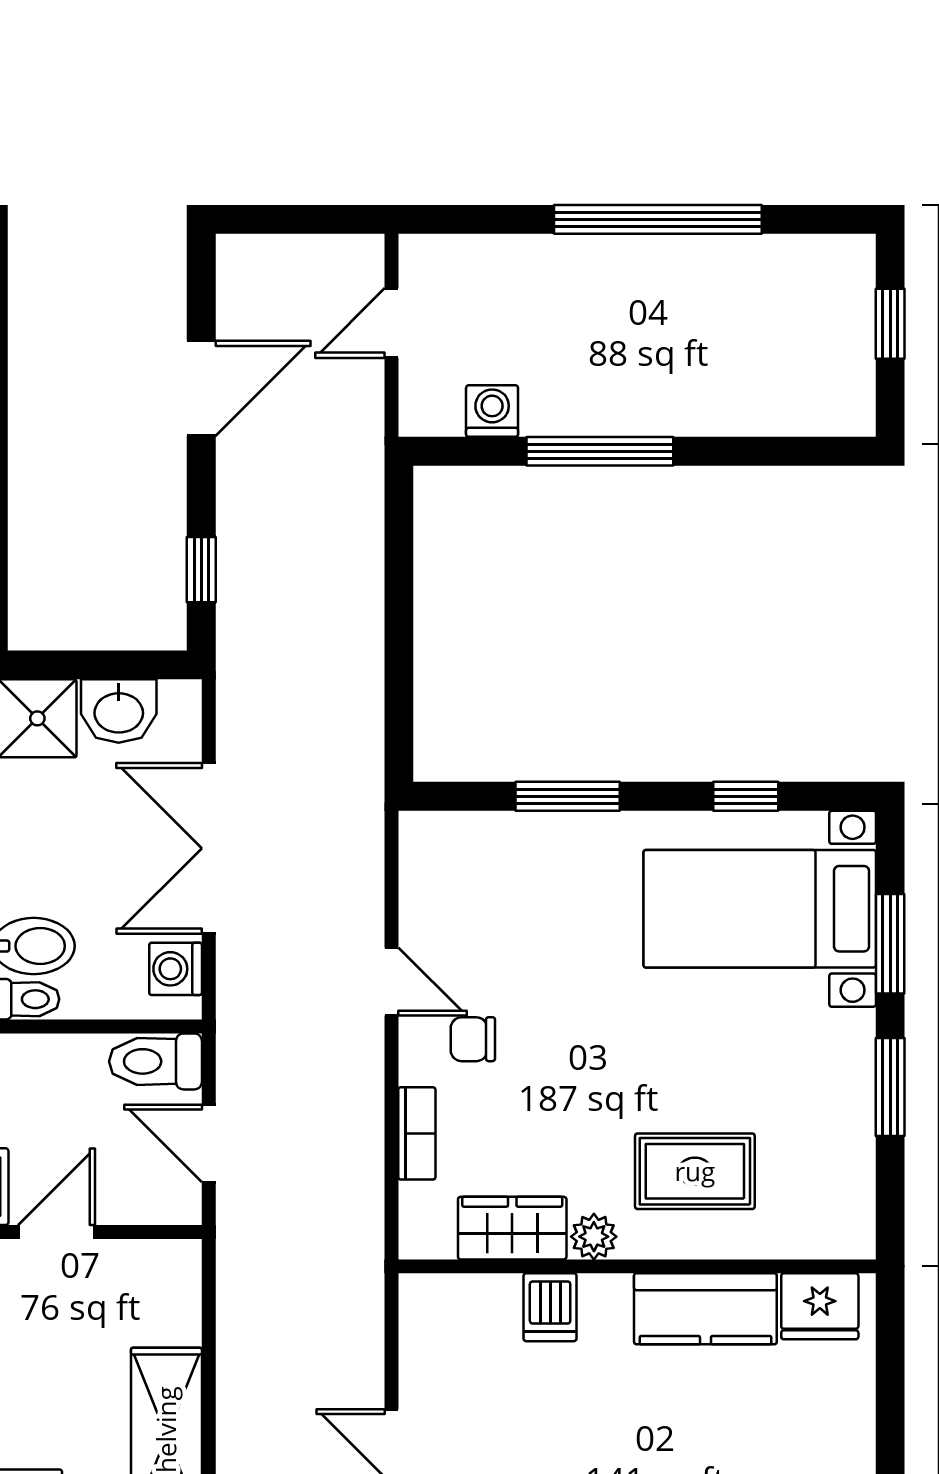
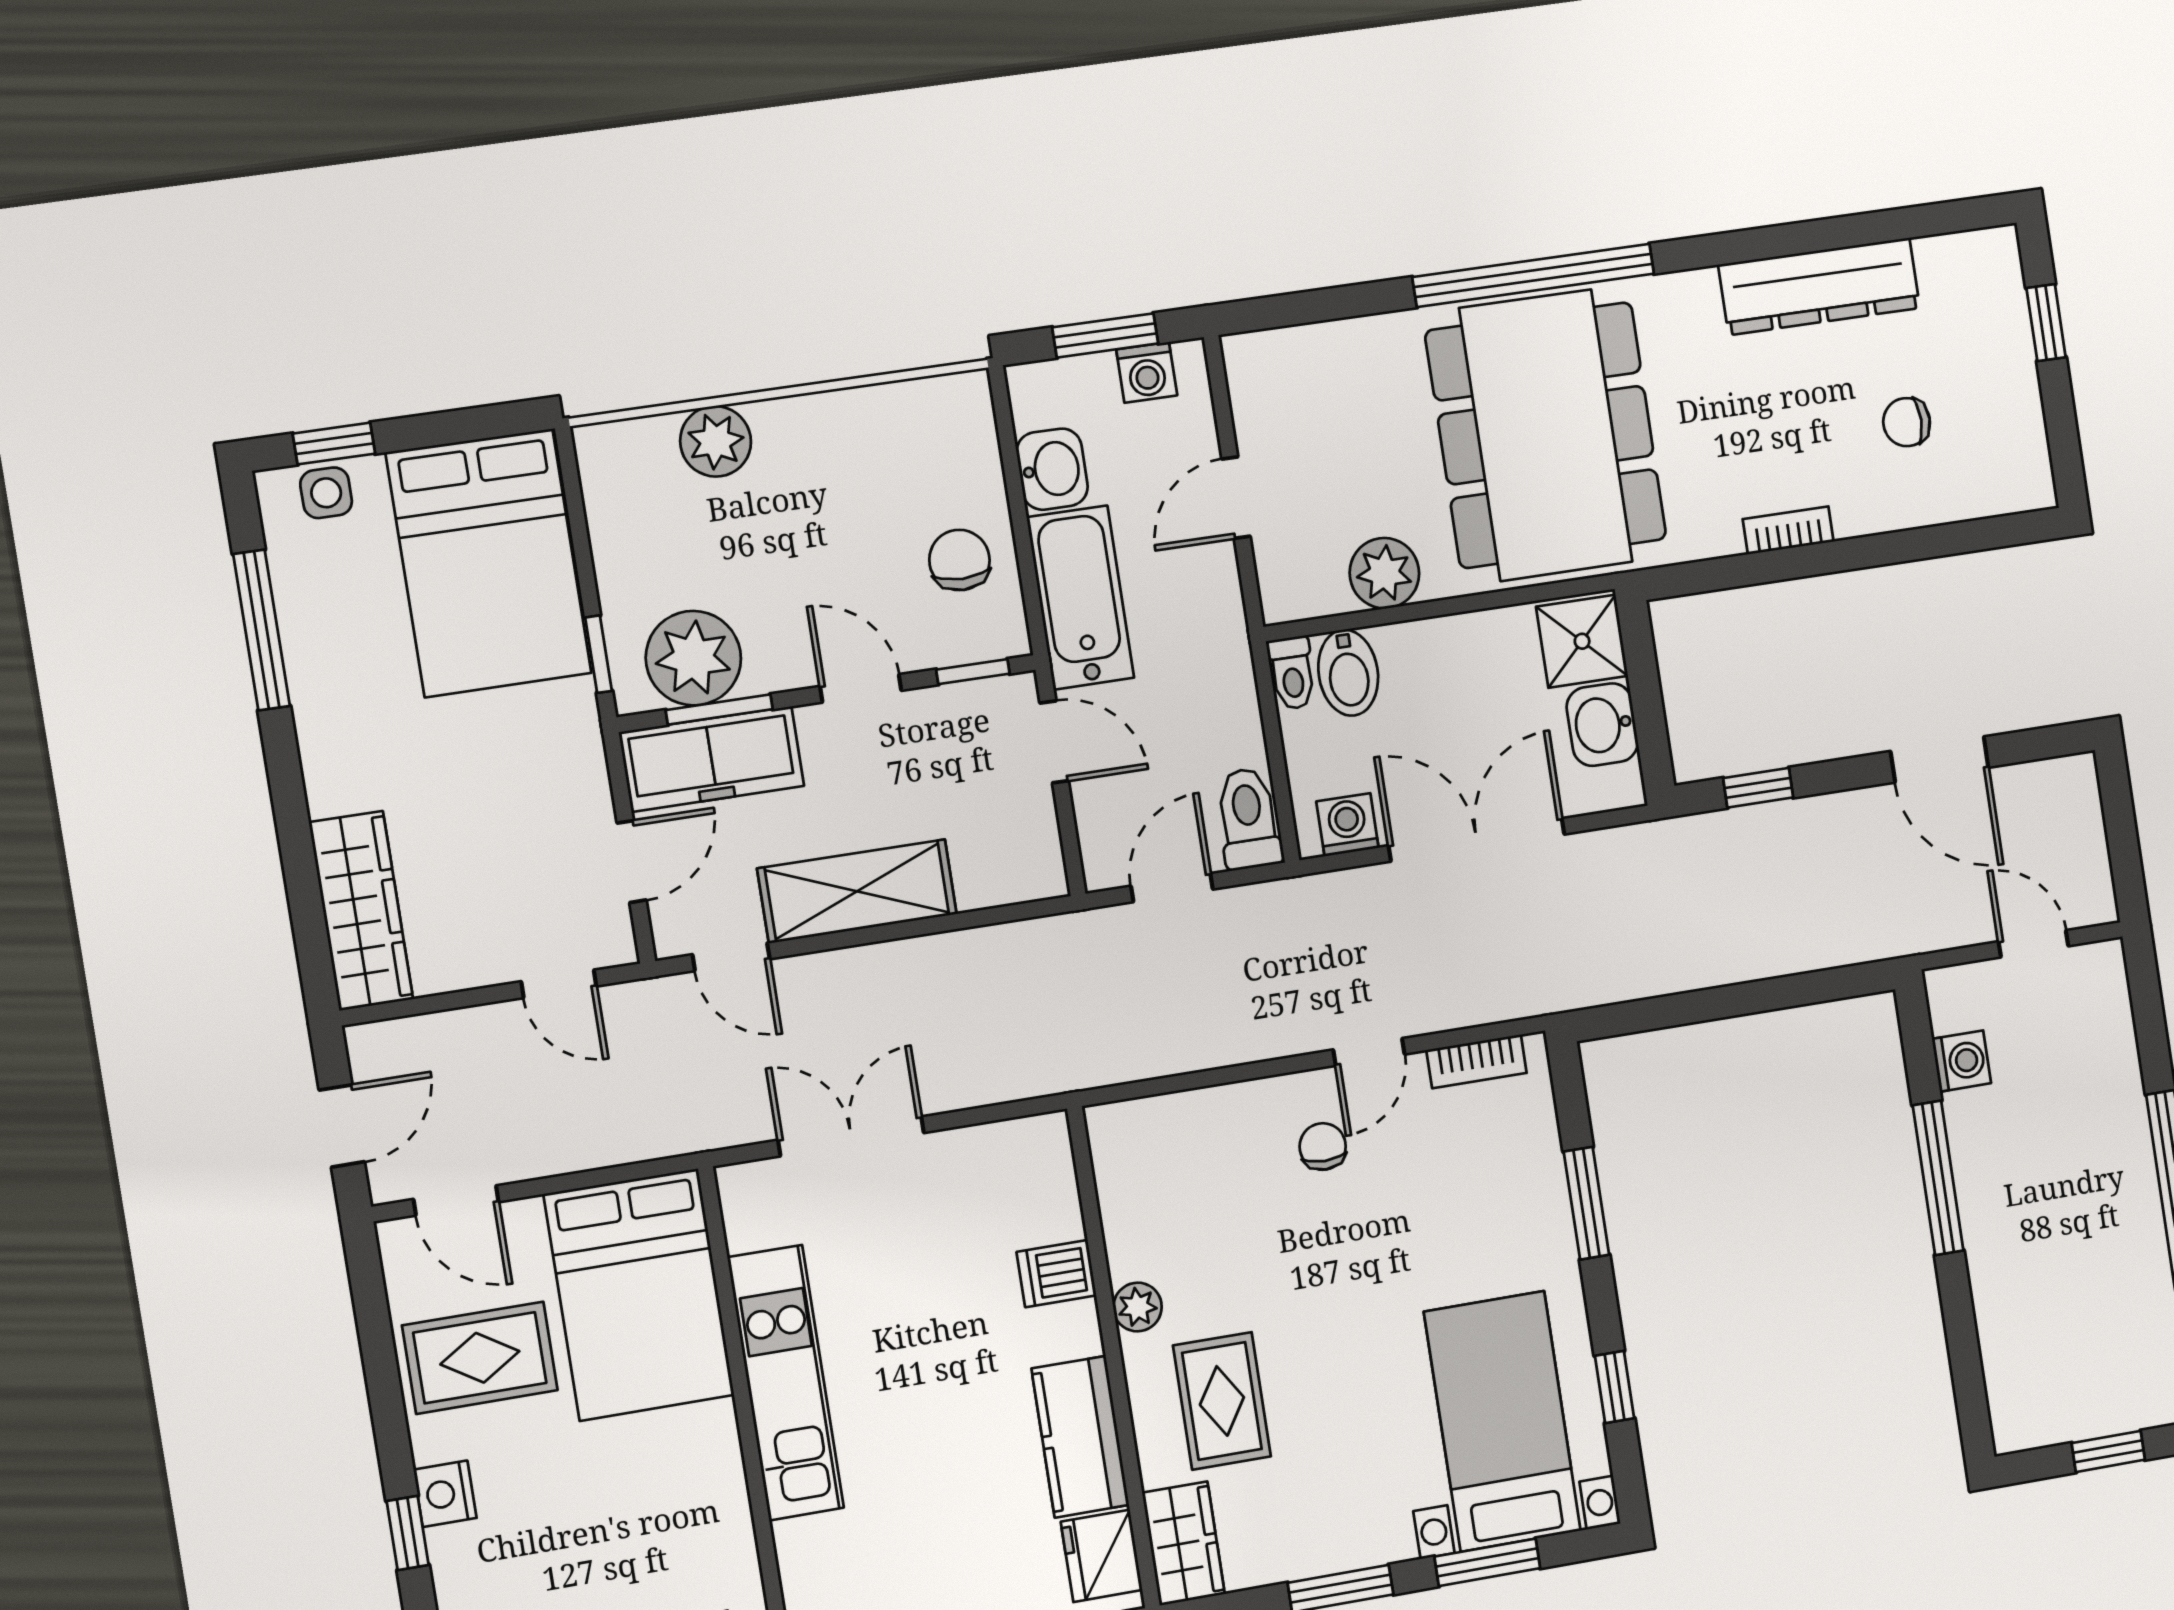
bookcase: (417, 1133) -> (1477, 1061), moved
wardrobe: (512, 1228) -> (1183, 1543), moved

